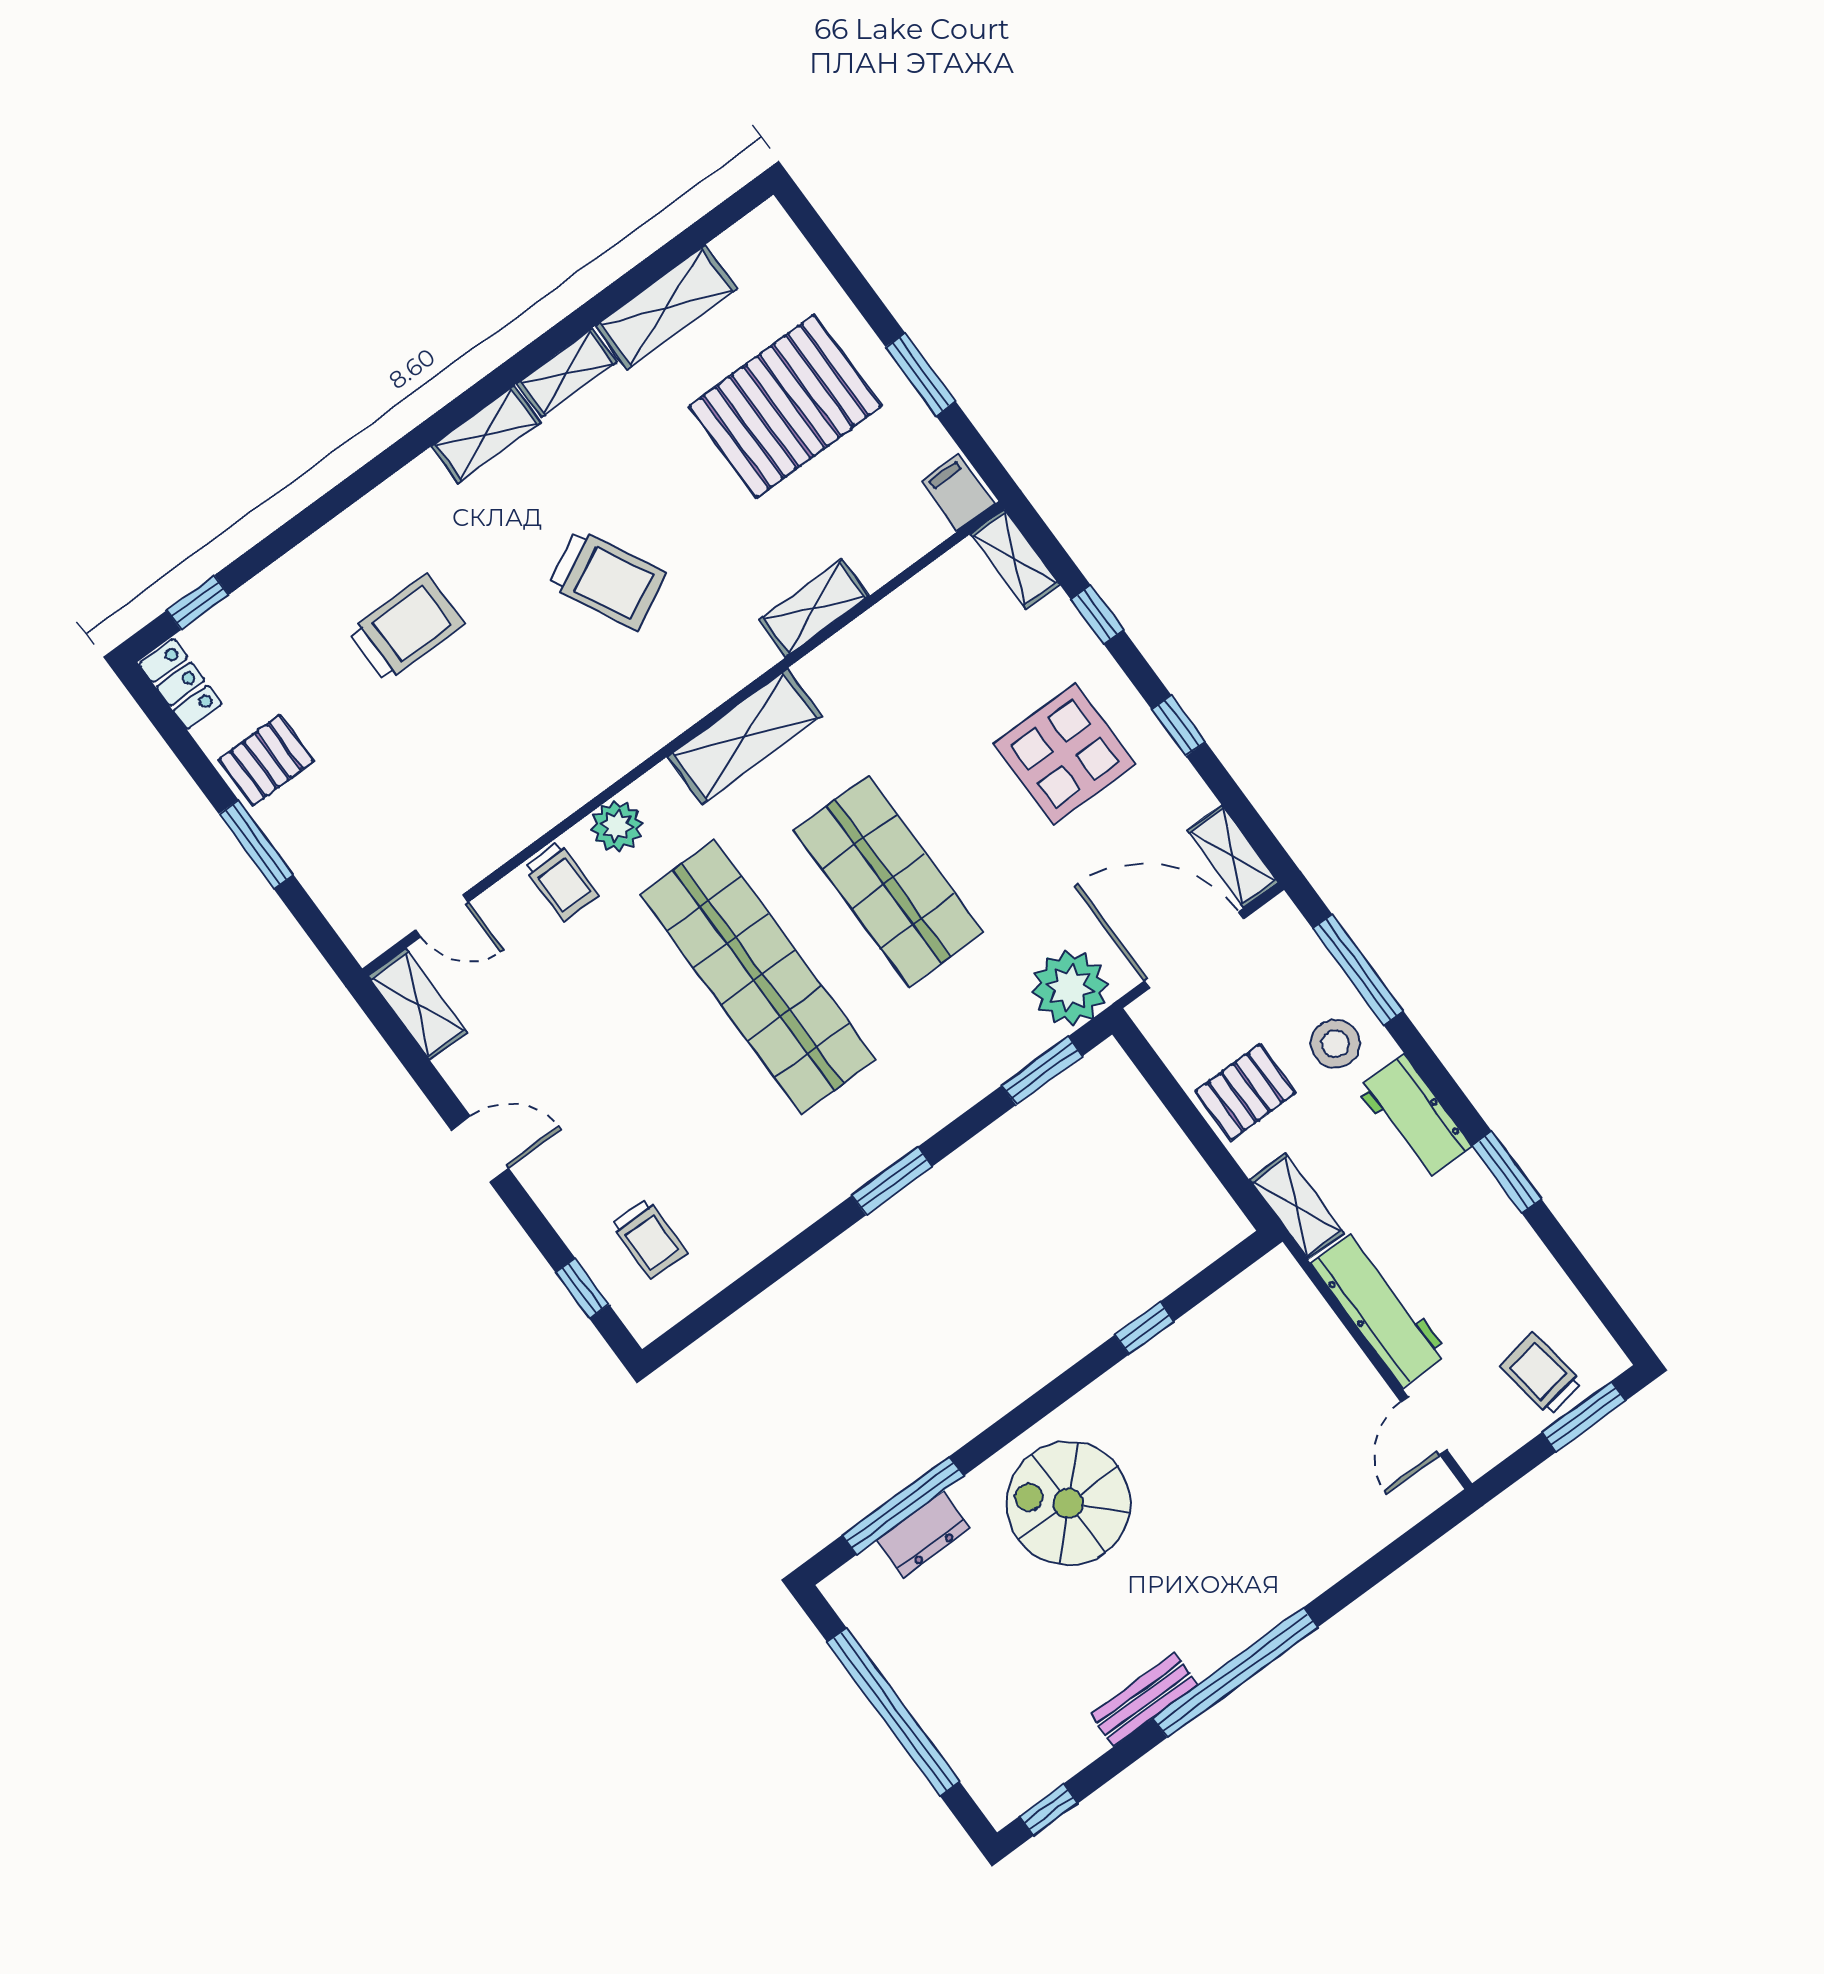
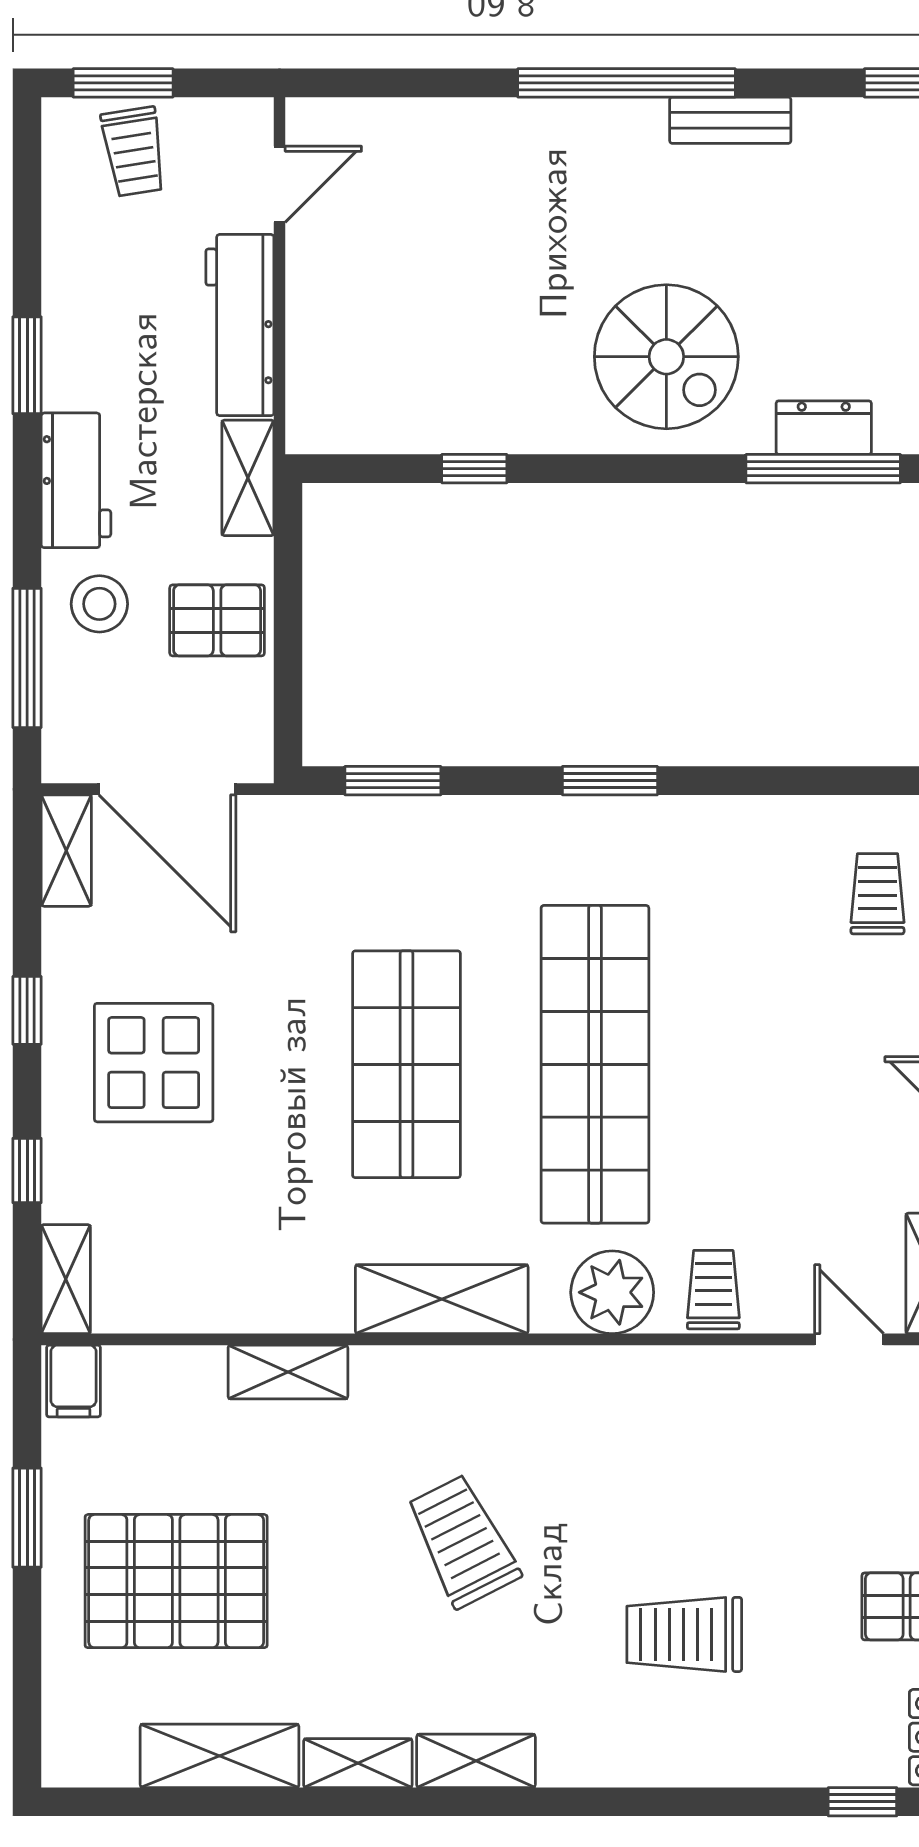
plant: (617, 826) -> (612, 1292), width x1.36, depth x1.36
plant: (1070, 988) -> (310, 839), removed

